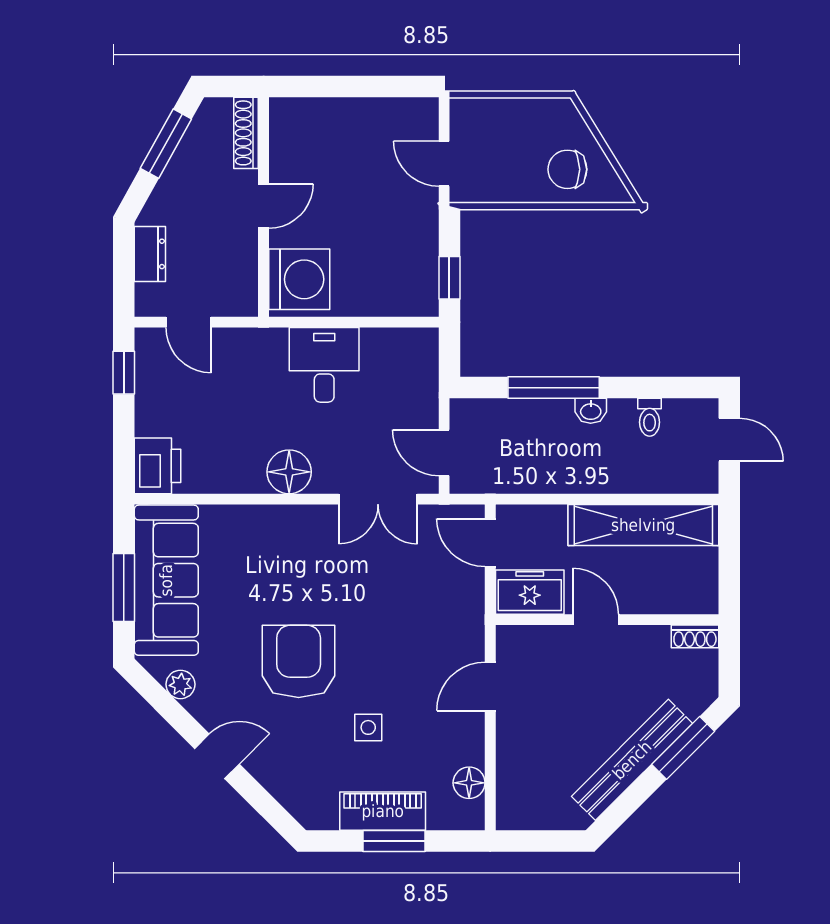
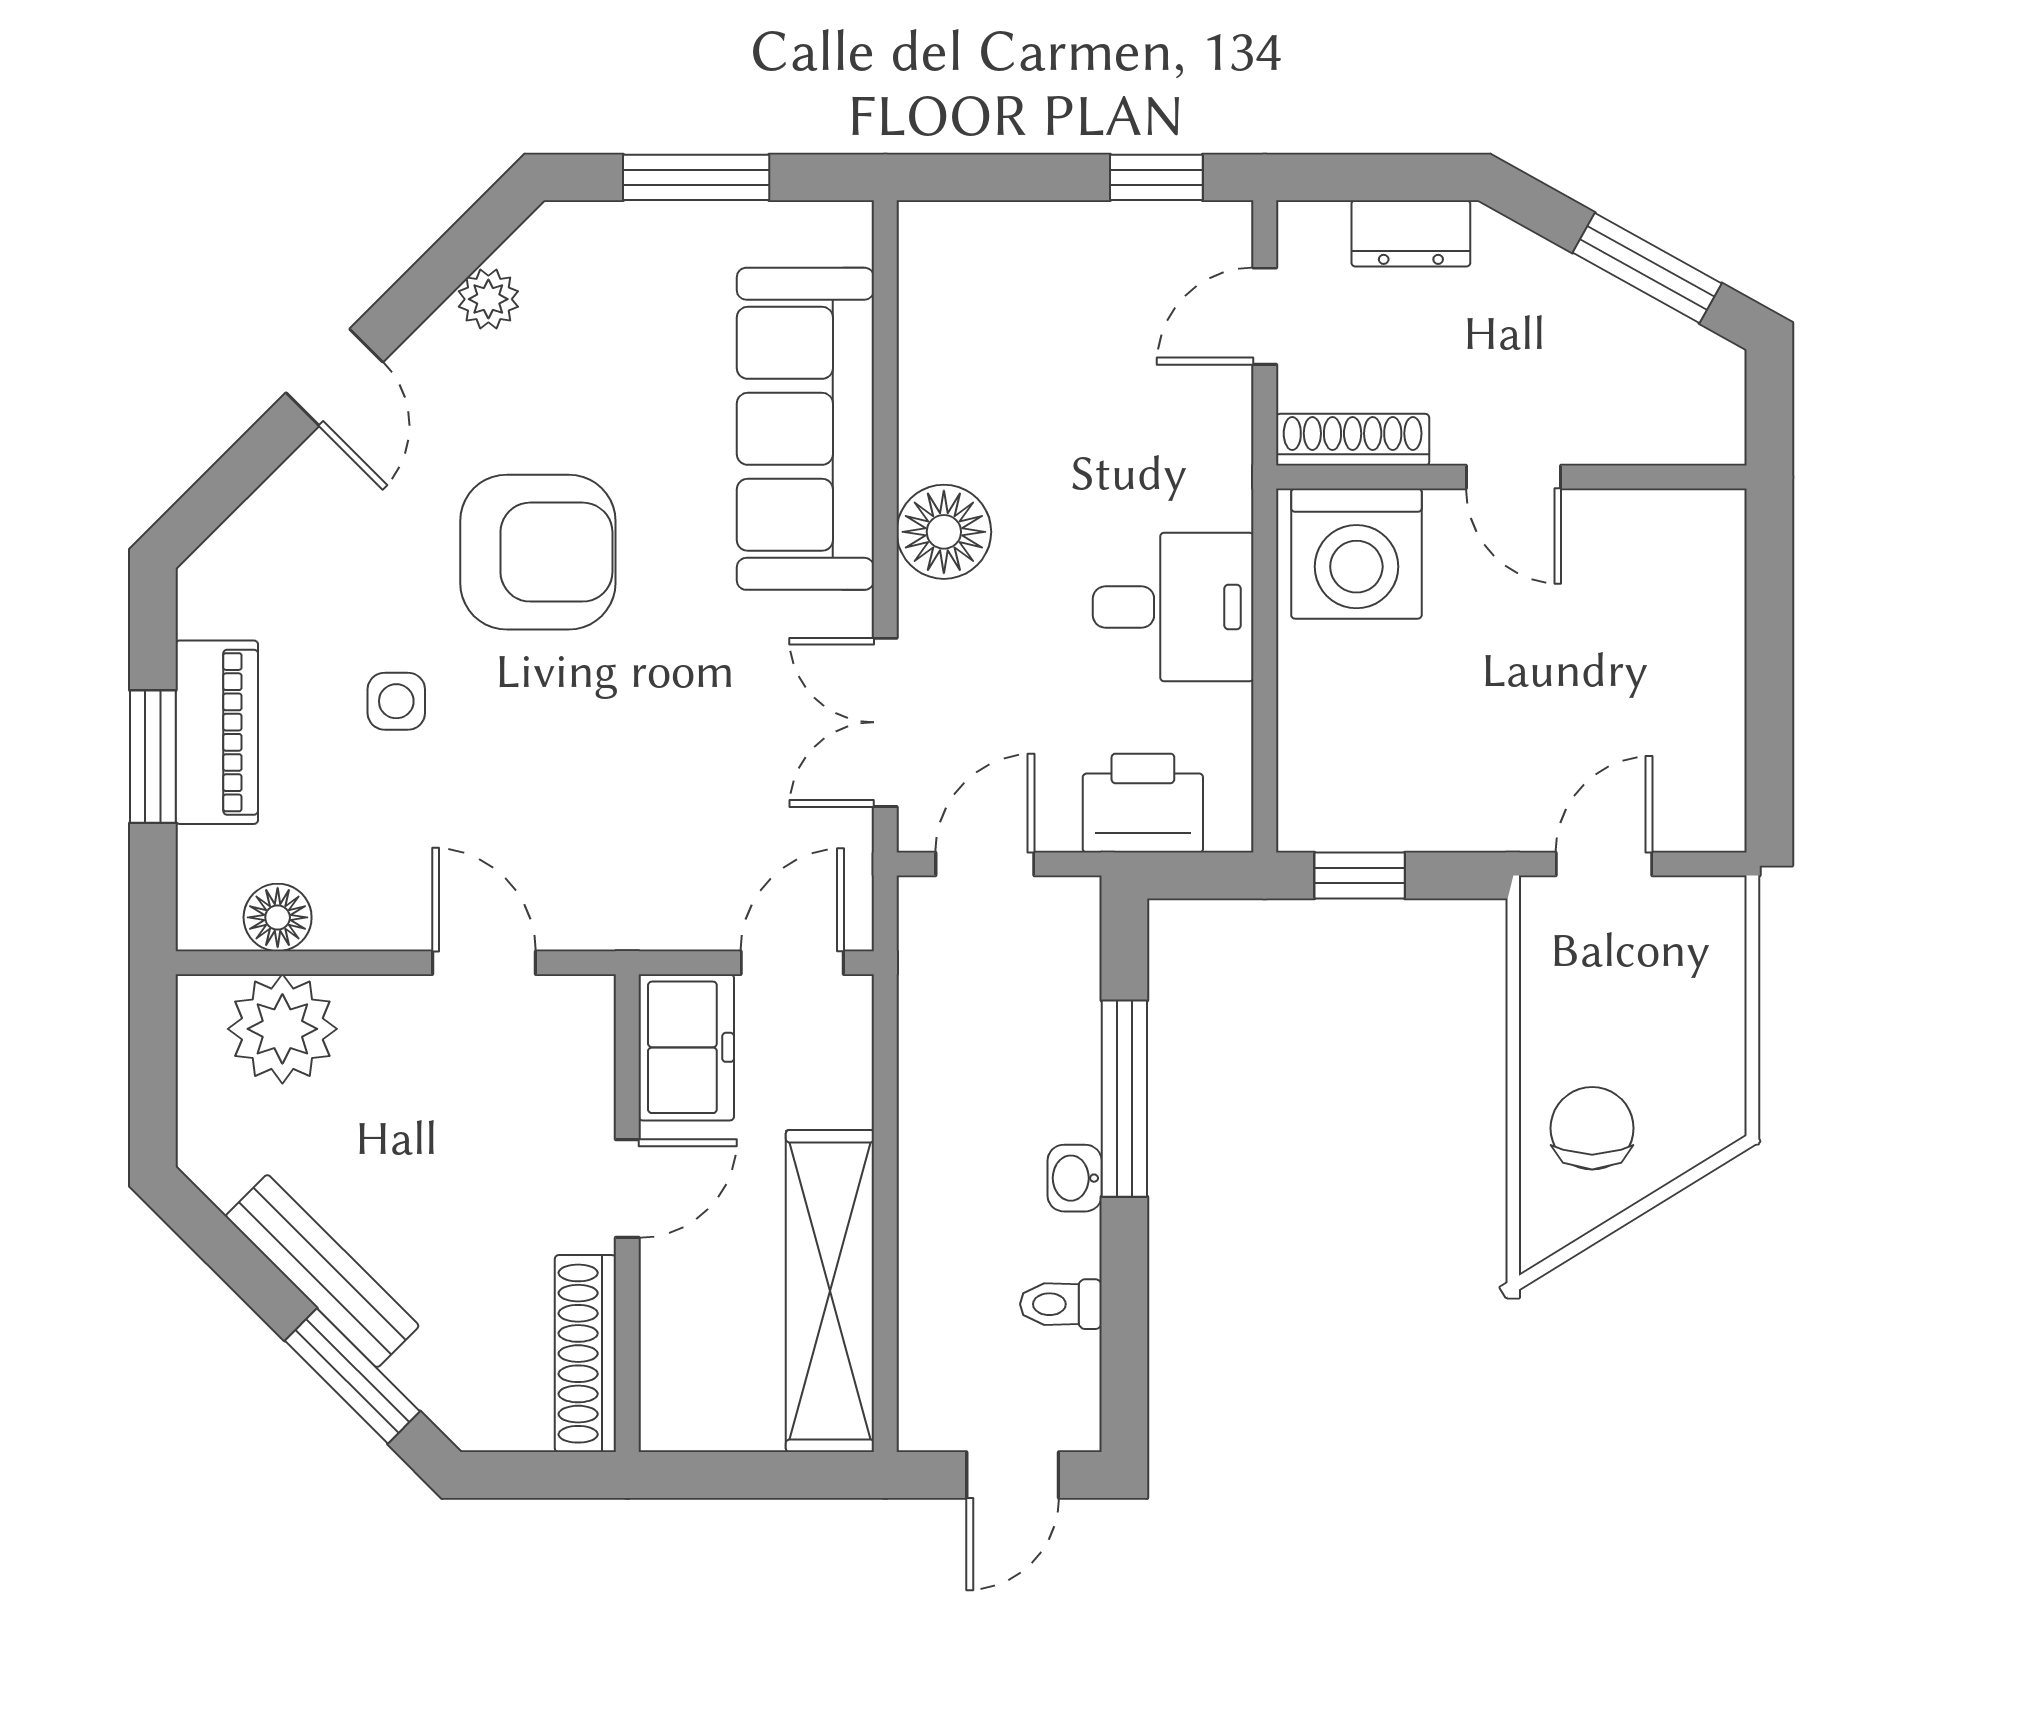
shoe rack: (246, 133) -> (1353, 440), moved
printer: (157, 466) -> (1143, 803), moved, turned 180
sofa: (166, 580) -> (805, 429), moved, turned 90
shoe rack: (695, 636) -> (585, 1354), width x1.94, depth x1.24
bench: (632, 760) -> (322, 1271), width x0.73, depth x0.82
plant: (521, 781) -> (282, 1029), added

